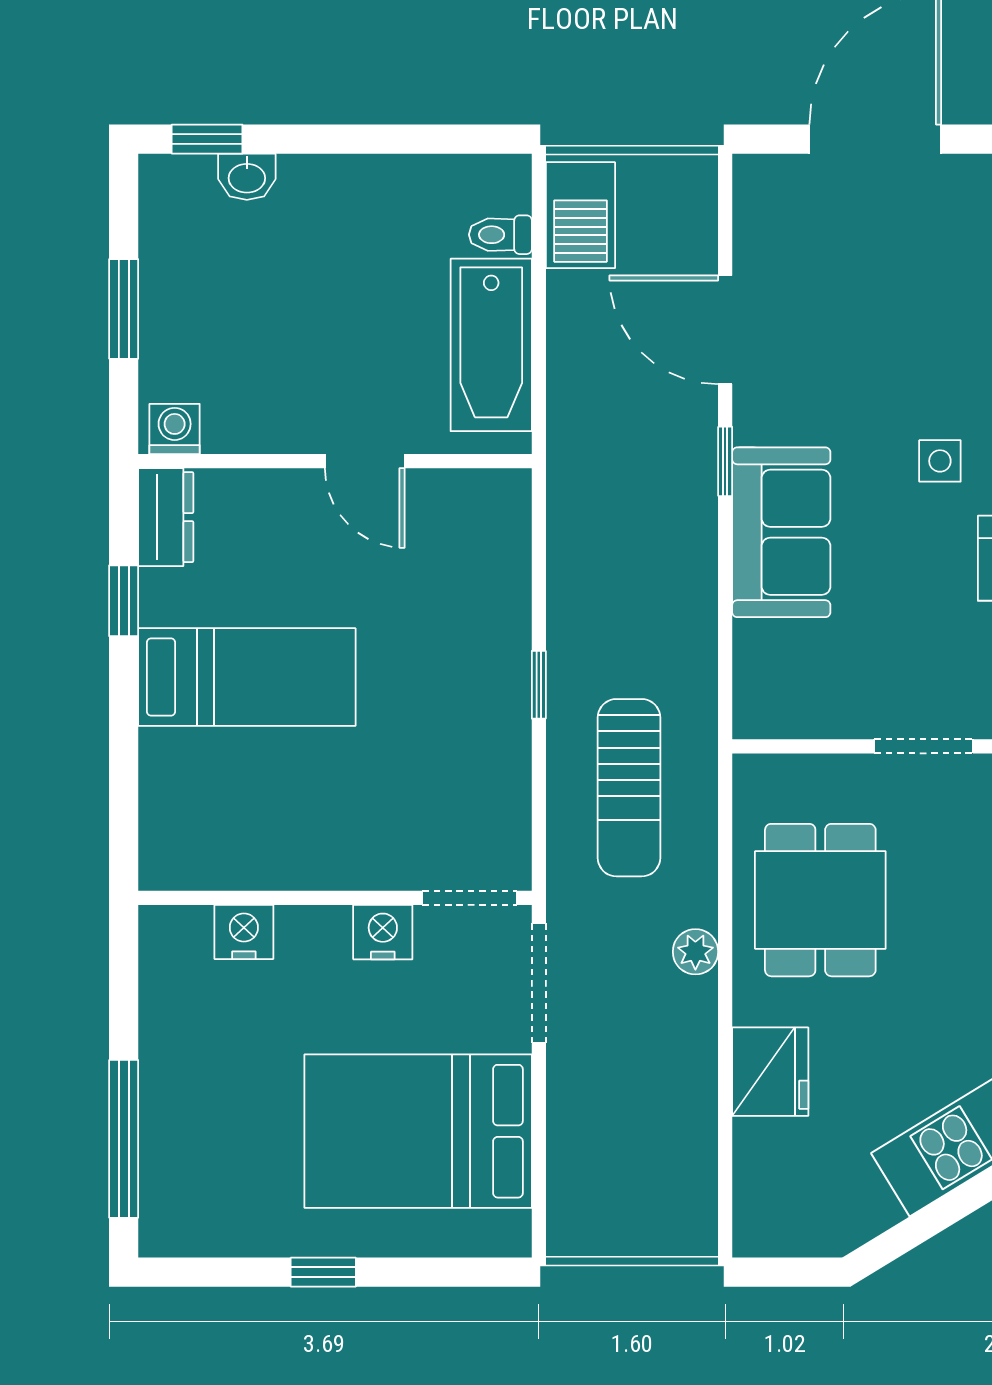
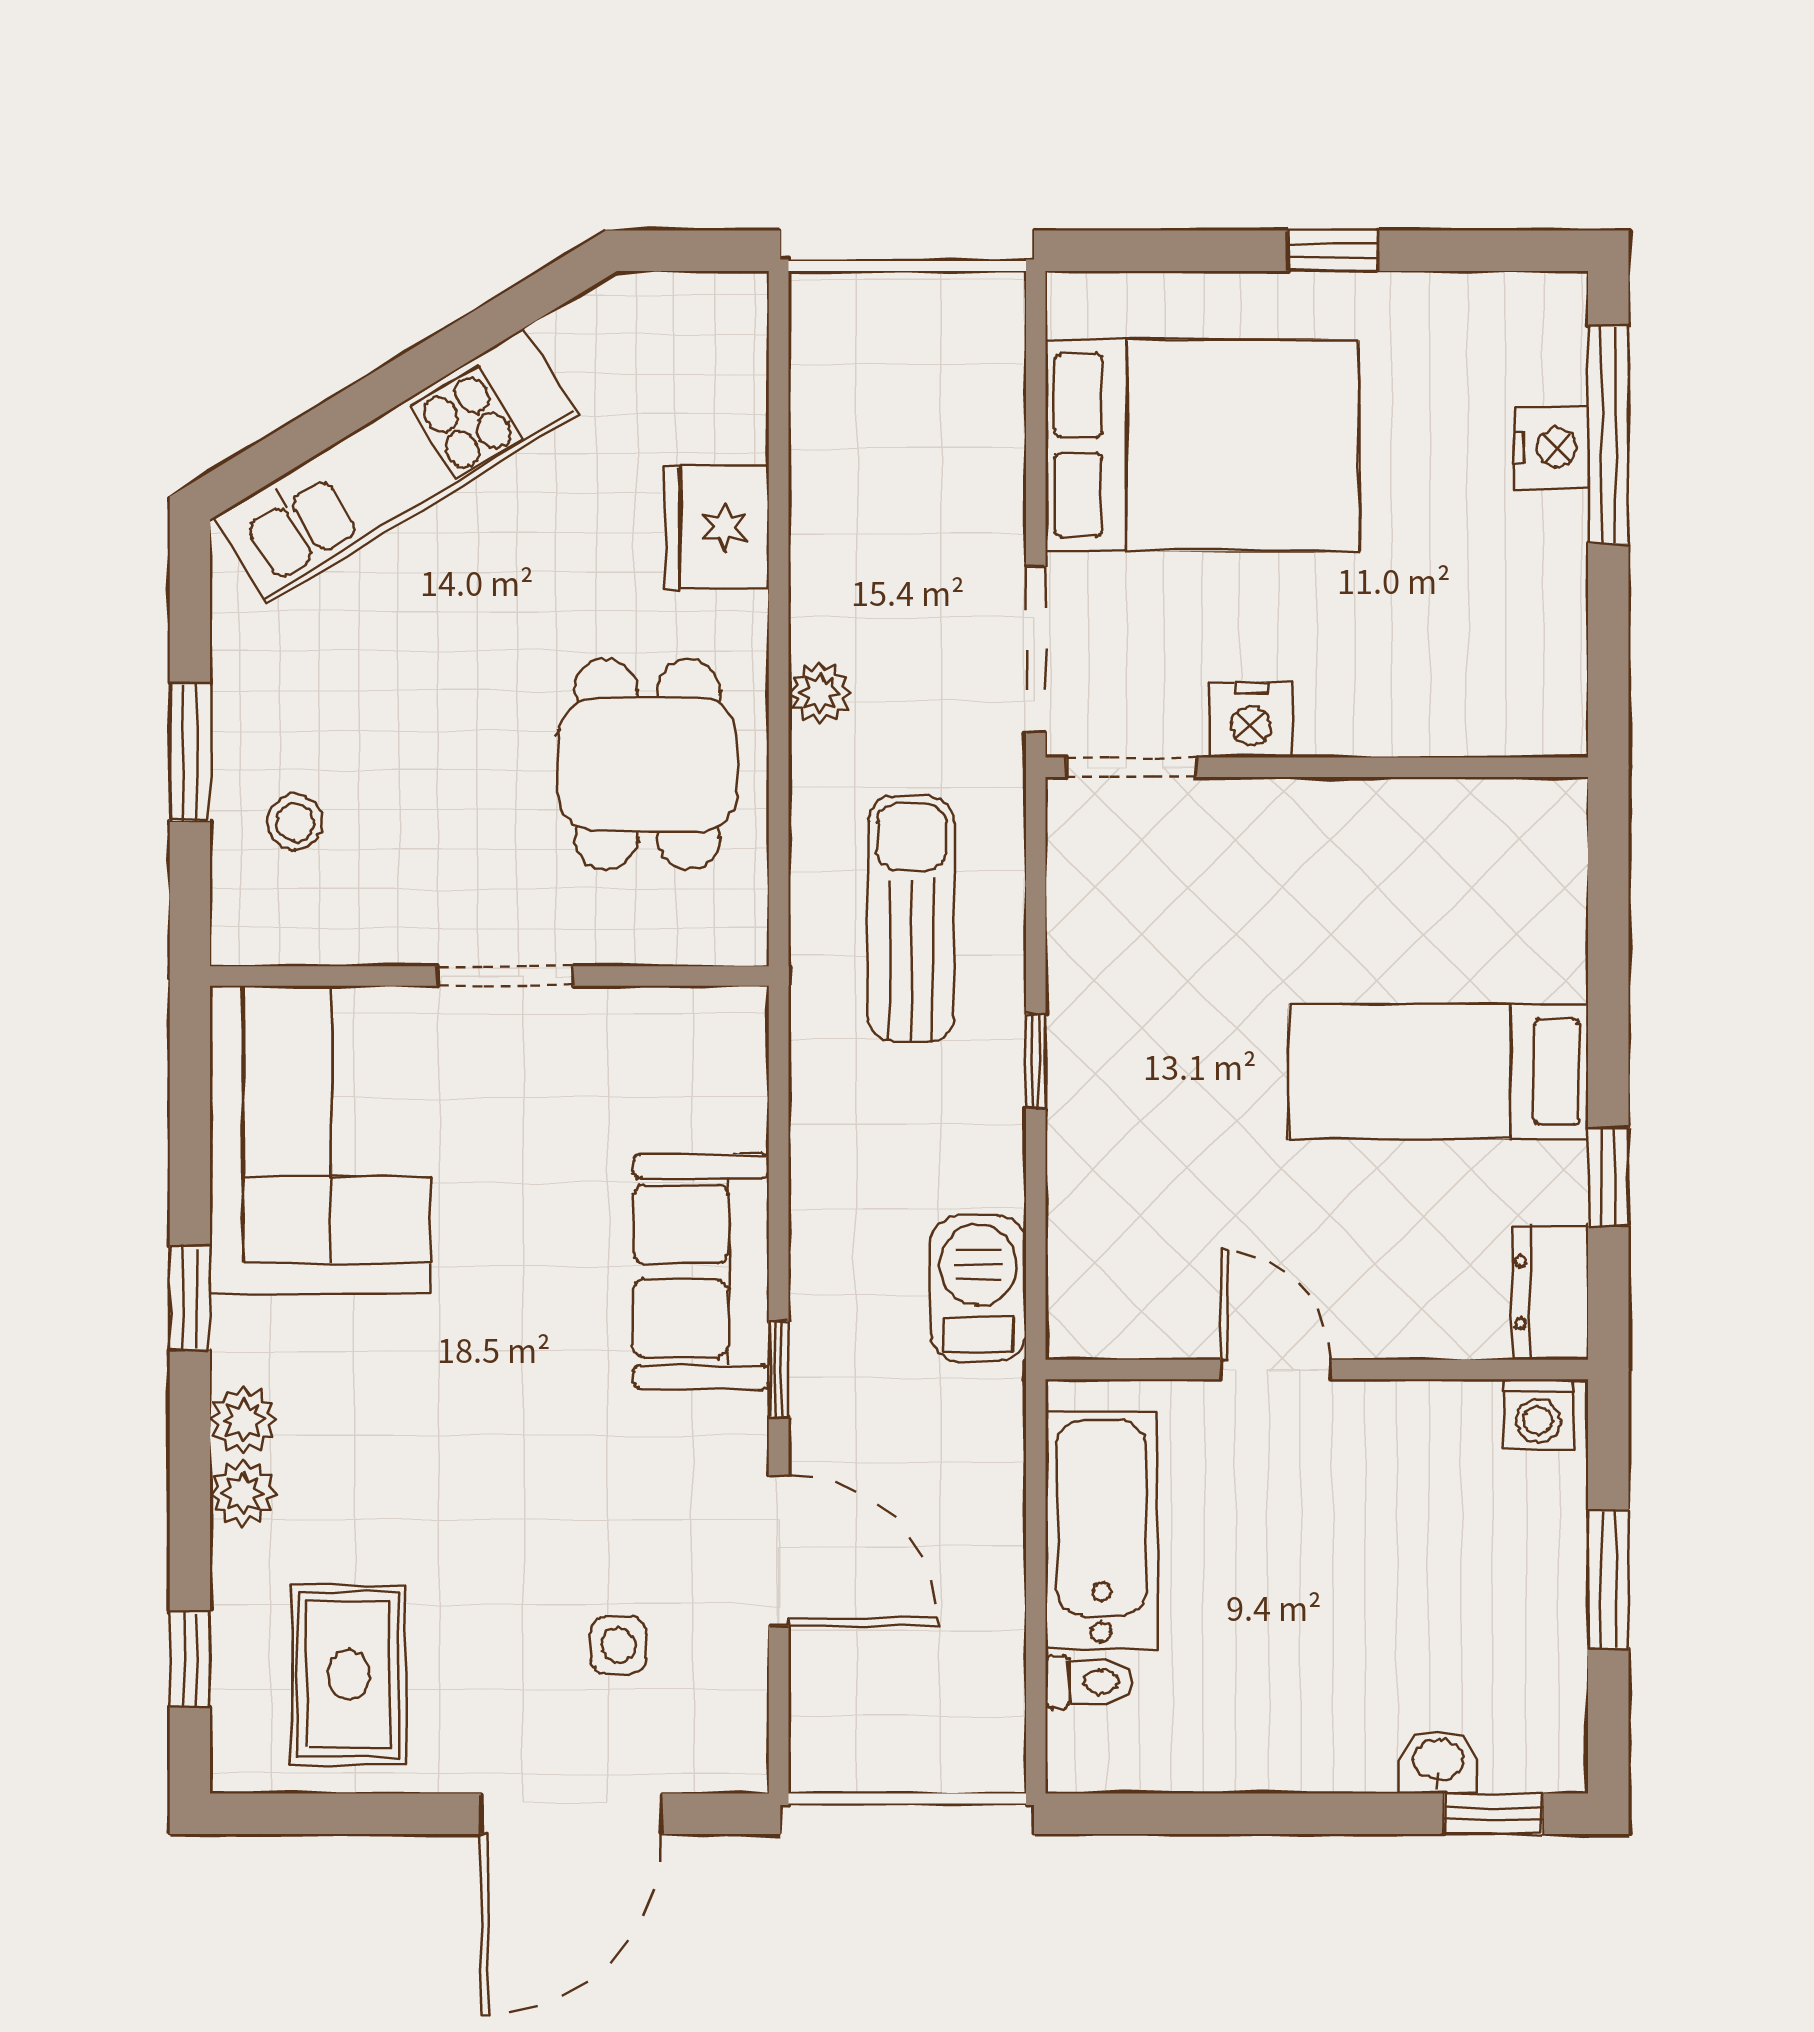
barbecue: (580, 215) -> (978, 1288), moved
side table: (940, 461) -> (618, 1645), moved
nightstand: (244, 932) -> (1551, 448), moved, turned -90

